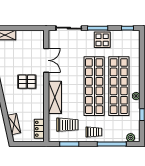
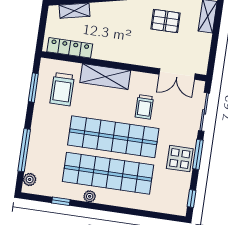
double door: (46, 60) -> (177, 74), moved
pallet: (27, 82) -> (166, 21), moved, turned 90
locker: (39, 129) -> (70, 48), width x1.53
trolley: (94, 132) -> (144, 107), moved

